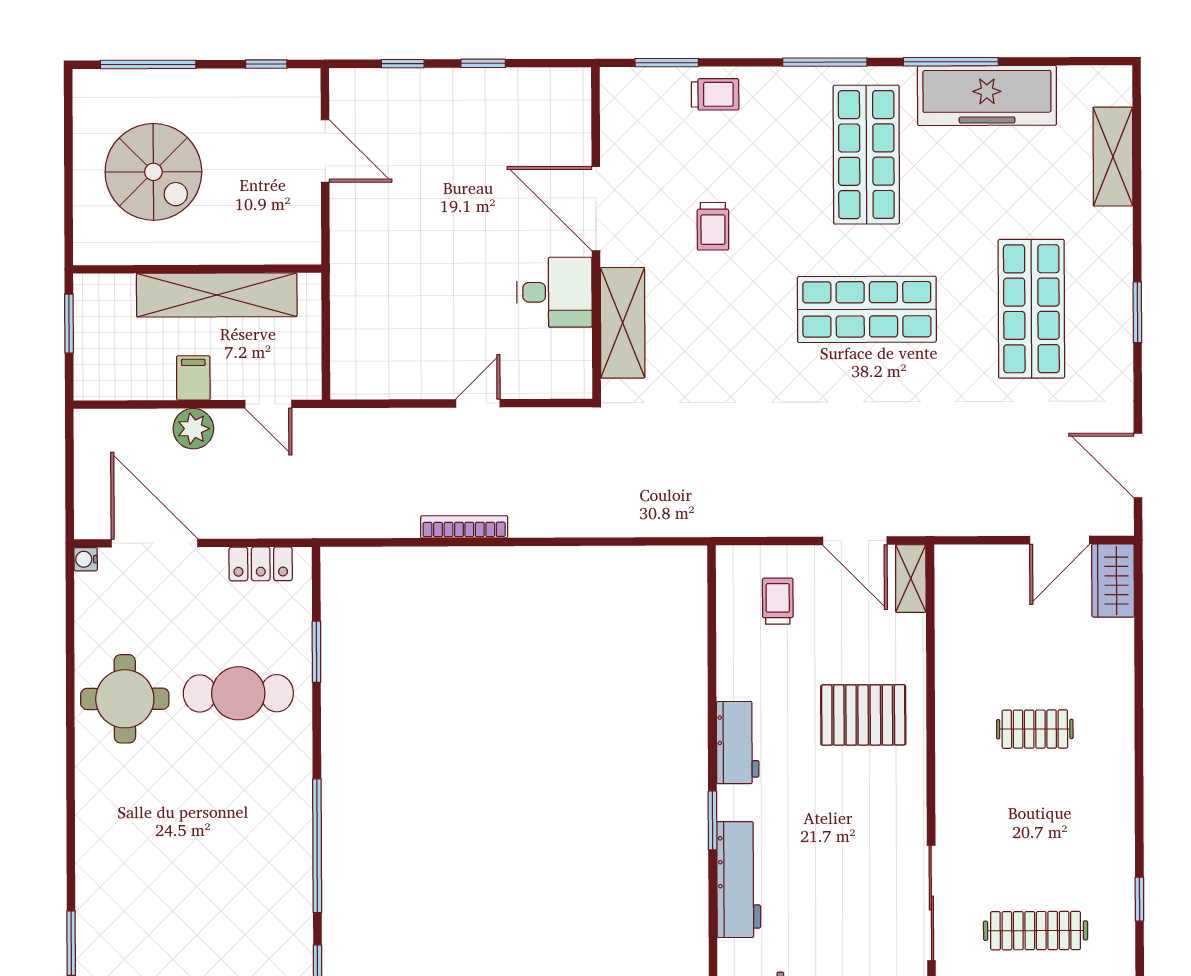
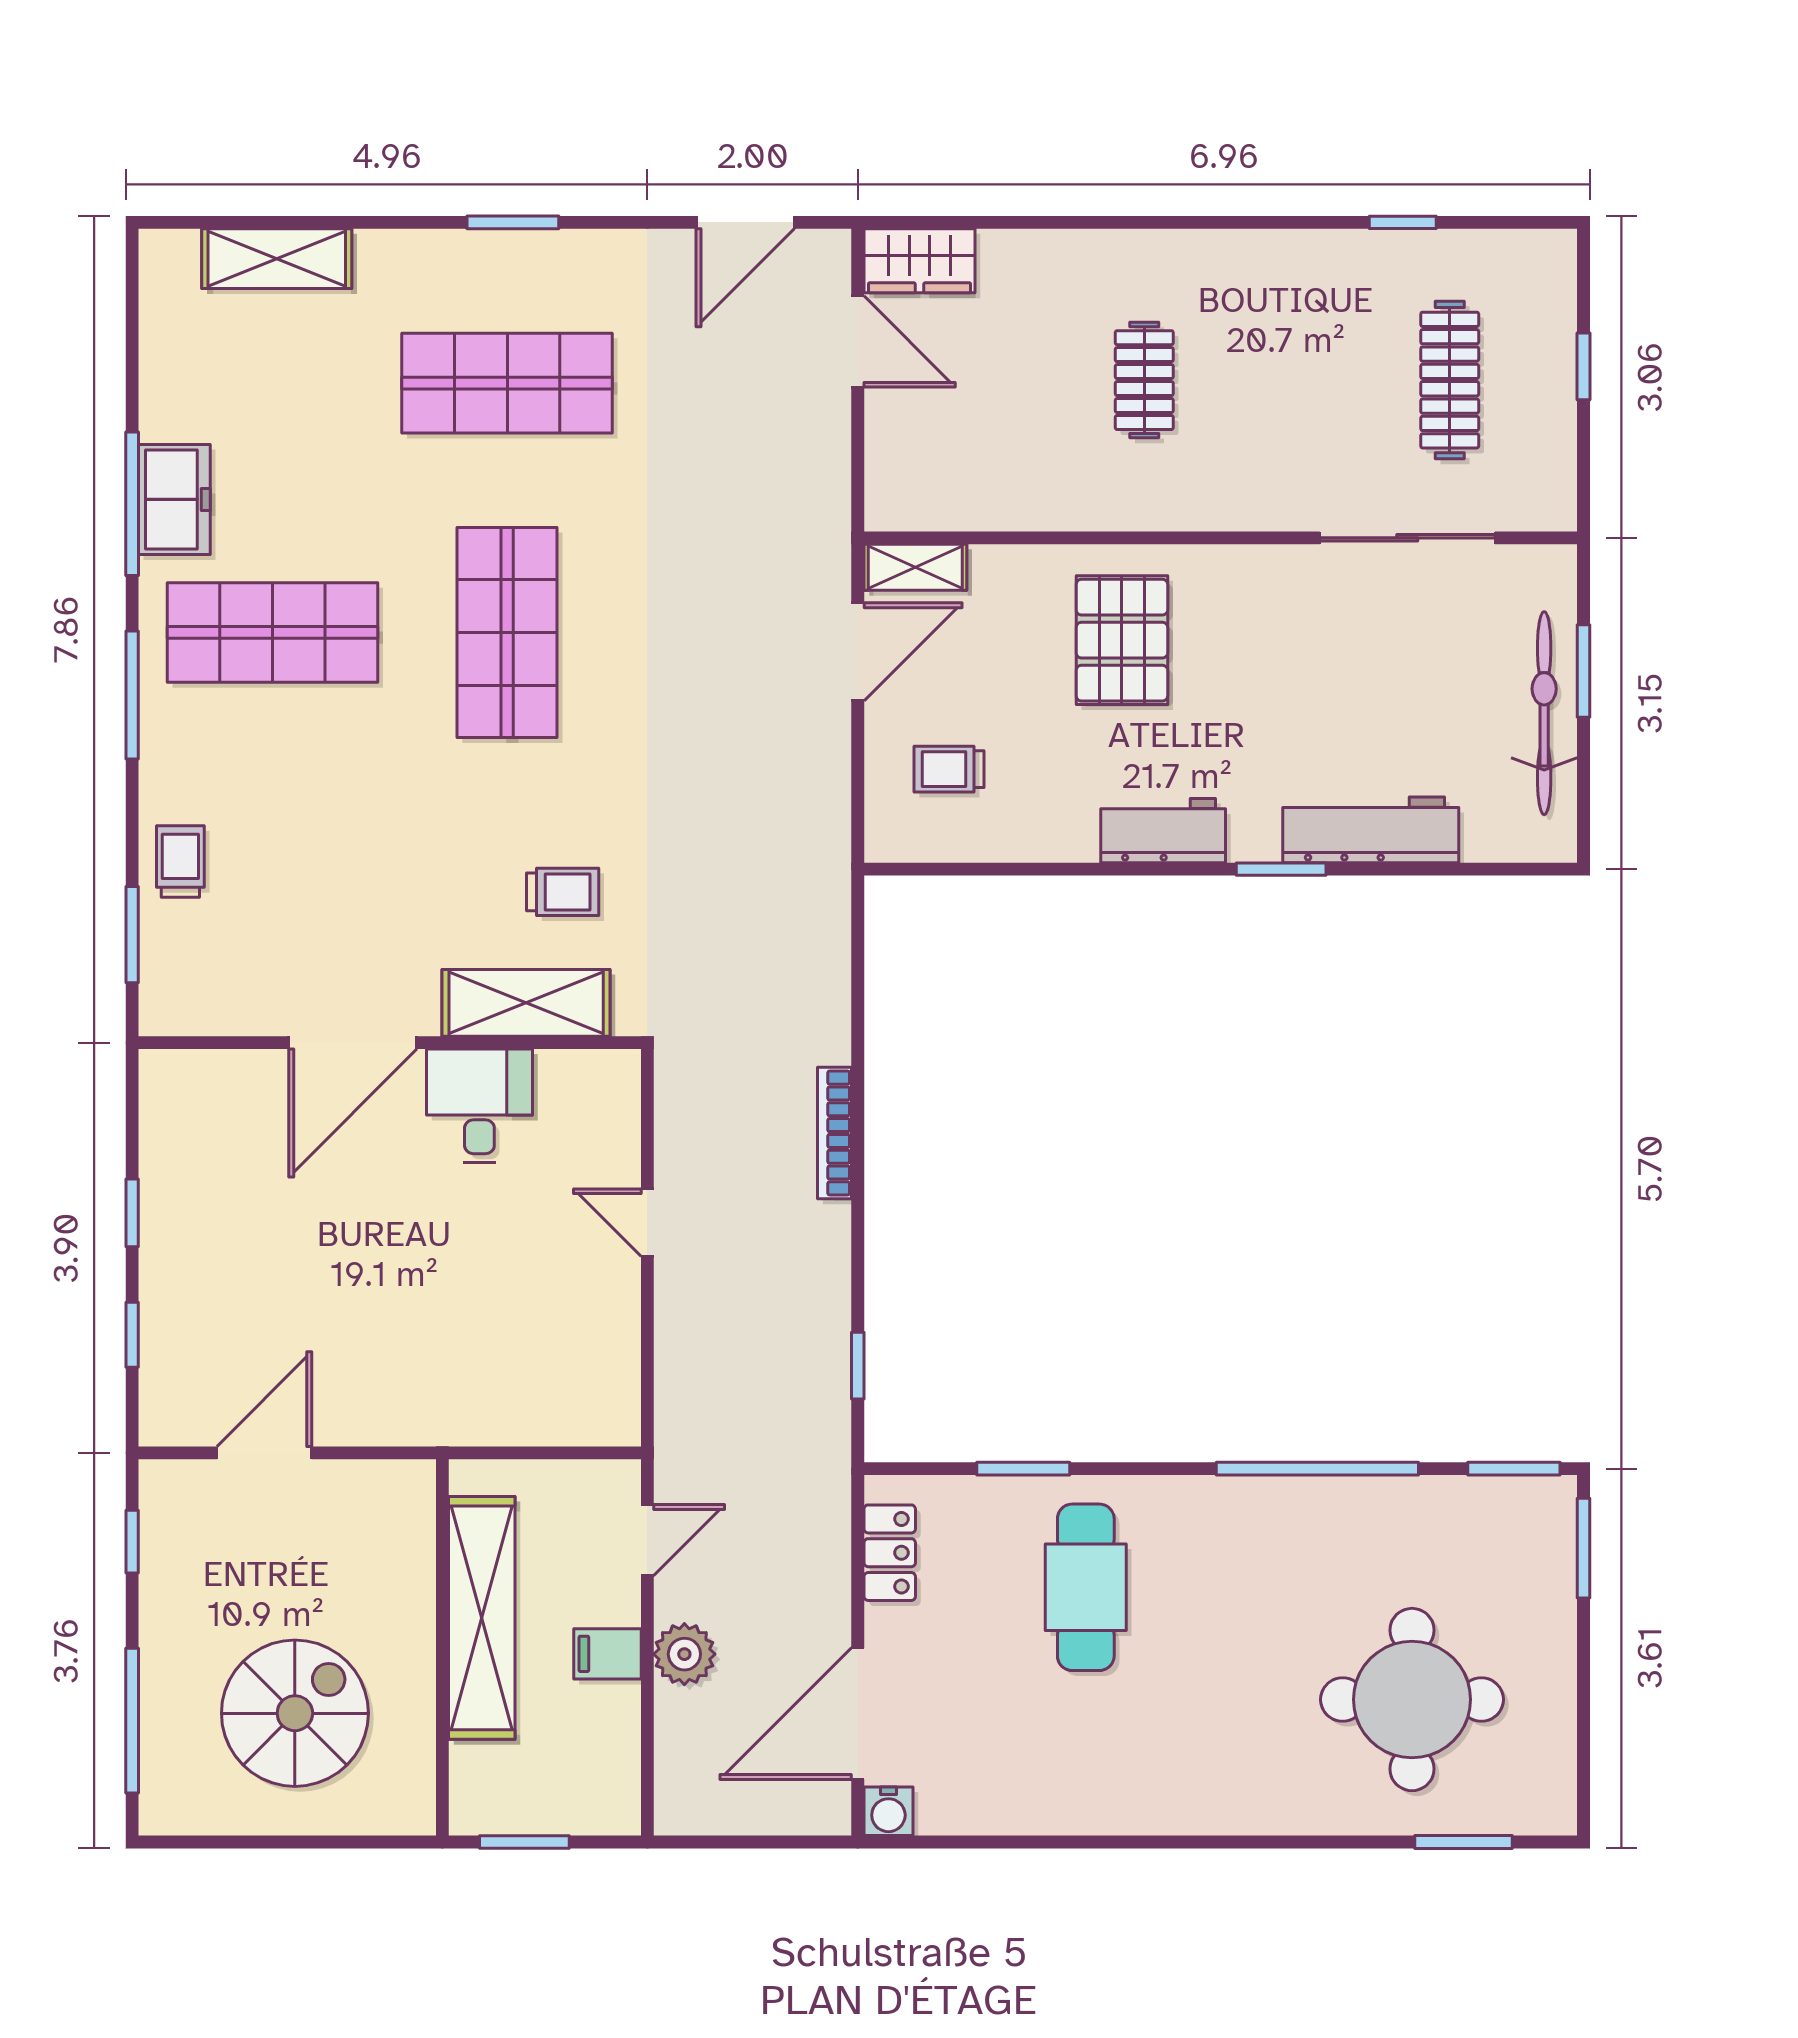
freezer: (987, 96) -> (174, 499), width x0.52, depth x0.79
trolley: (713, 226) -> (563, 892), moved
bookcase: (464, 527) -> (835, 1133), moved
window: (384, 542) -> (858, 1366), added
water cooler: (86, 559) -> (888, 1811), width x1.38, depth x1.38
round table: (125, 699) -> (1412, 1700), moved, width x1.36, depth x1.36

